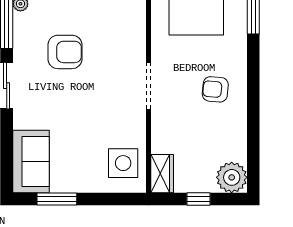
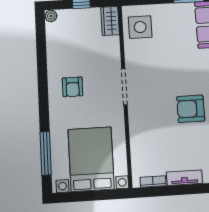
armchair: (215, 89) -> (73, 87), turned 85
plant: (232, 177) -> (51, 16), width x0.53, depth x0.53

